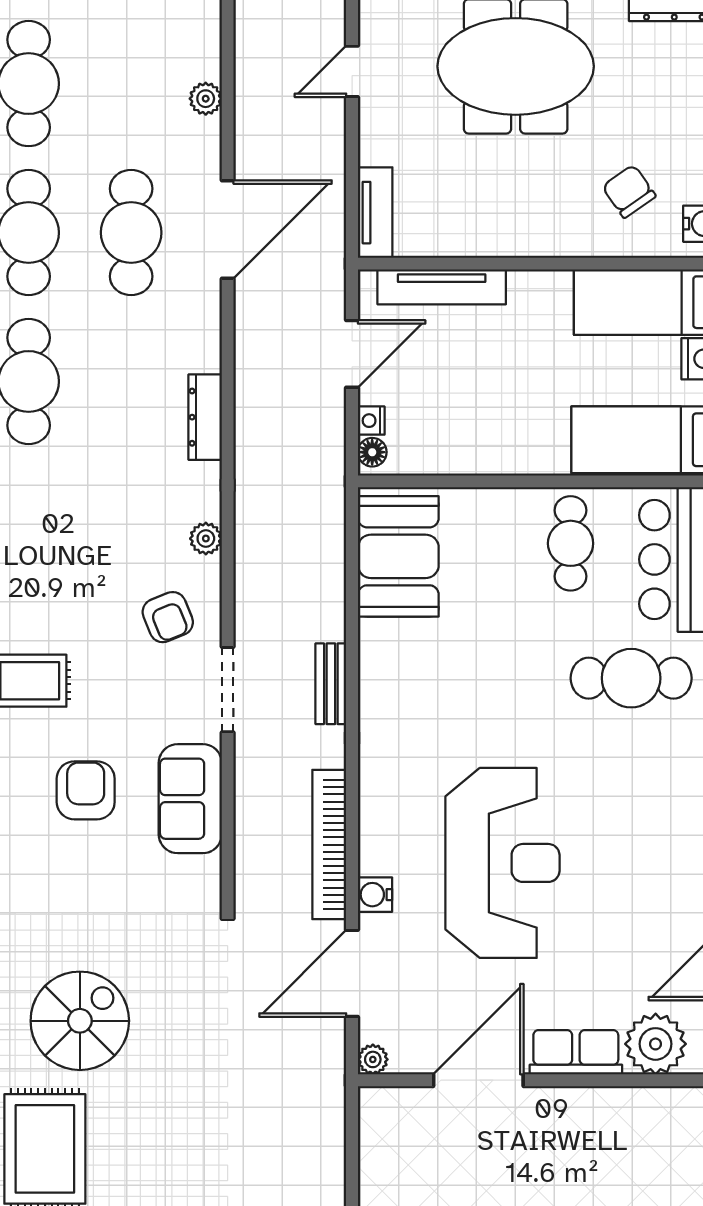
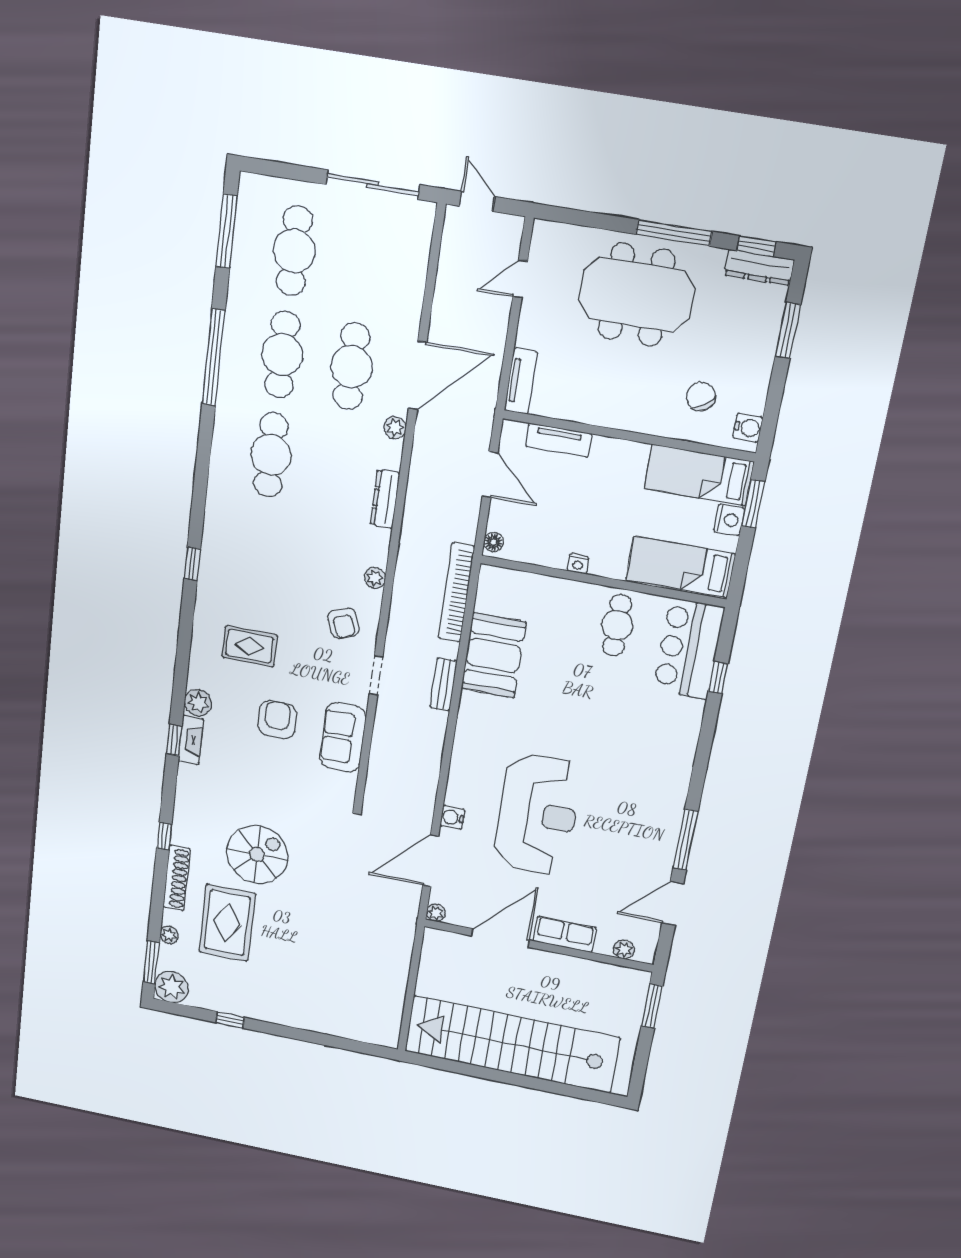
plant: (206, 99) -> (395, 428), moved
tv unit: (442, 287) -> (558, 440), width x0.71
door: (352, 354) -> (490, 475), hinge flipped
nightstand: (371, 421) -> (578, 564), moved, turned -90
booth: (398, 556) -> (493, 655), moved
cafe table: (631, 678) -> (642, 718), removed
doorway: (228, 690) -> (376, 675), width x0.73
bookcase: (329, 845) -> (456, 592), moved
plant: (656, 1044) -> (624, 950), width x0.53, depth x0.53

